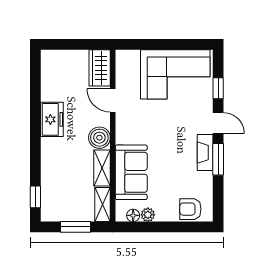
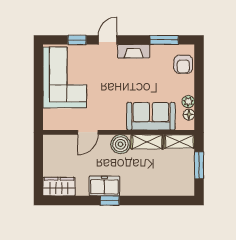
wardrobe: (100, 68) -> (59, 187), moved, turned 180
window: (218, 159) -> (164, 40), moved
window: (35, 197) -> (110, 201), moved

